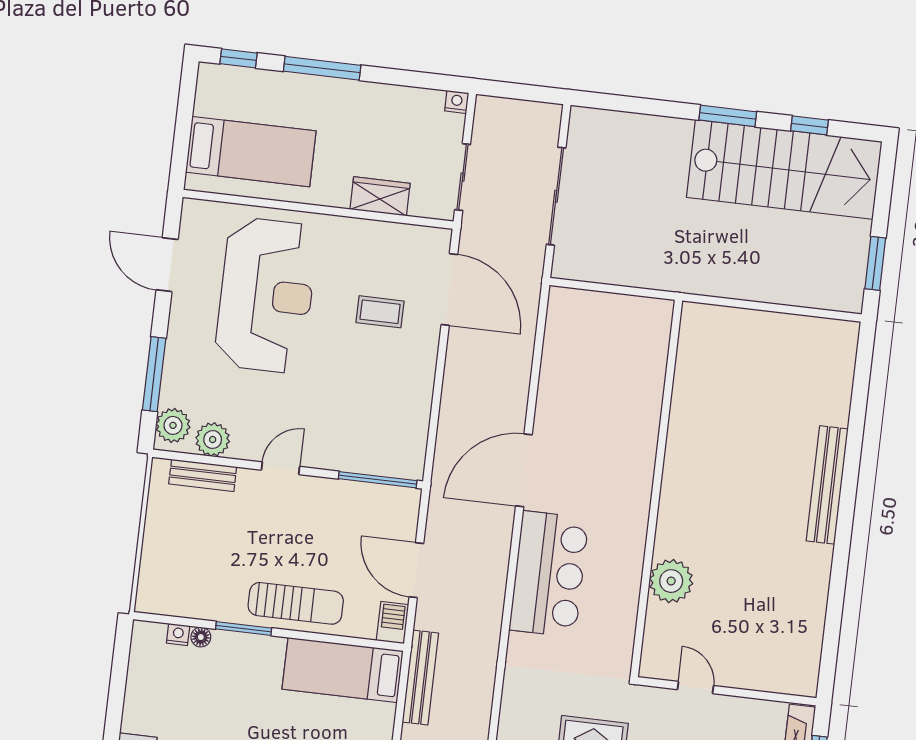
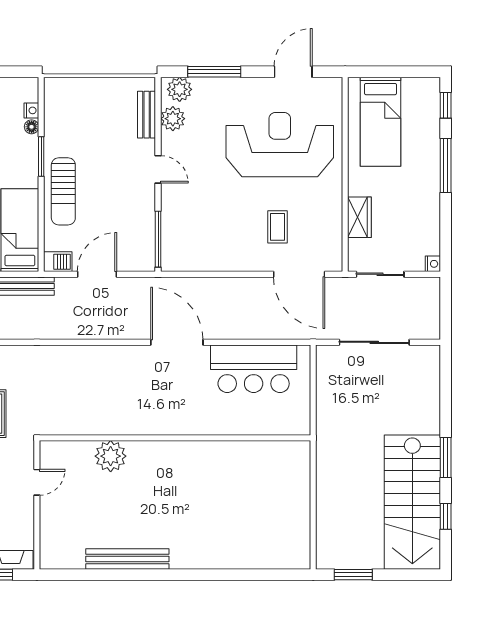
door: (449, 290) -> (299, 274), hinge flipped
reception desk: (266, 295) -> (280, 145), turned 180
bench: (827, 485) -> (127, 559), moved
bar counter: (549, 574) -> (254, 369), moved

